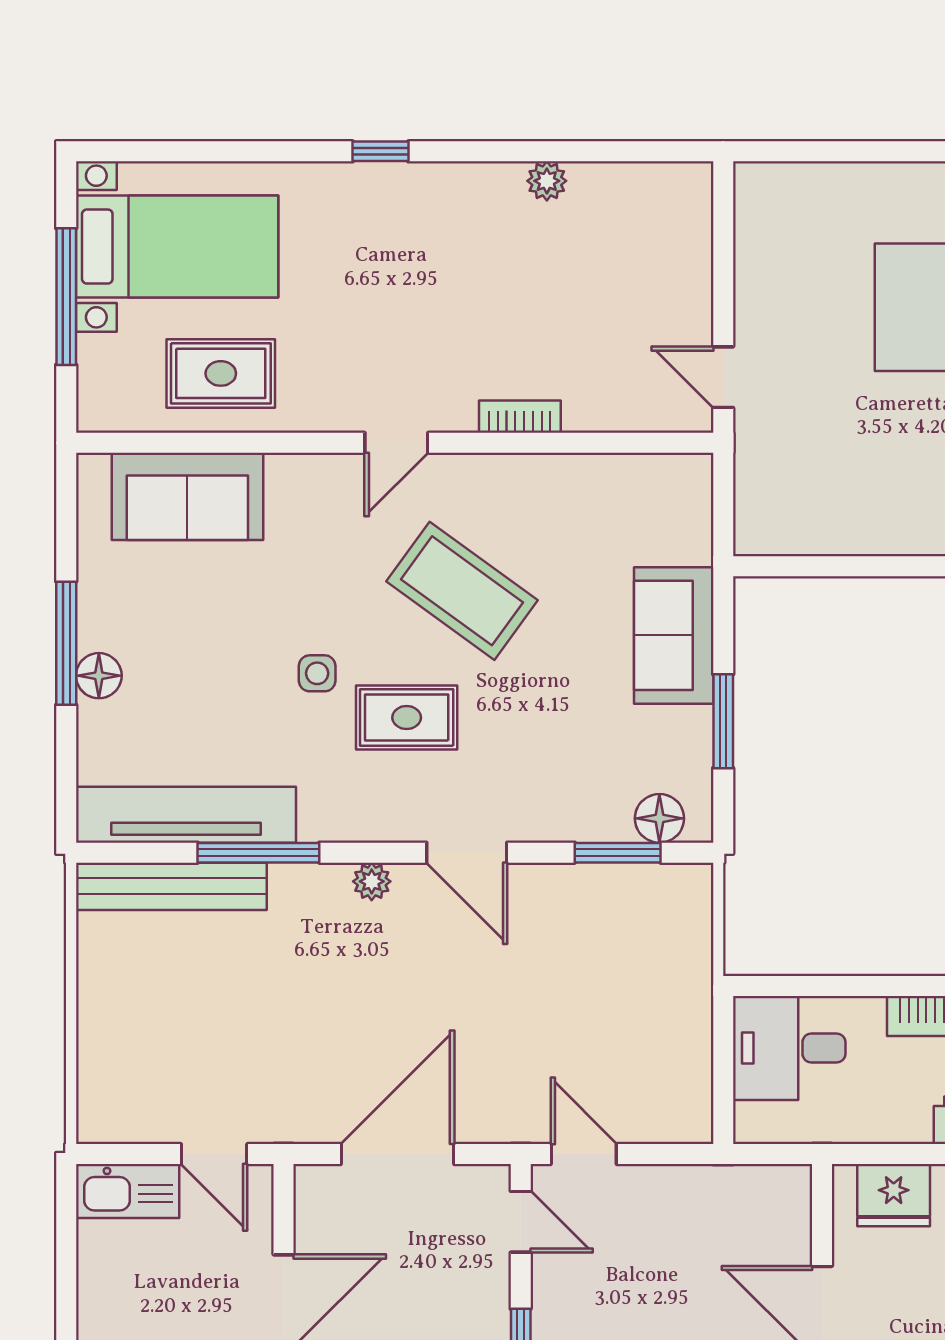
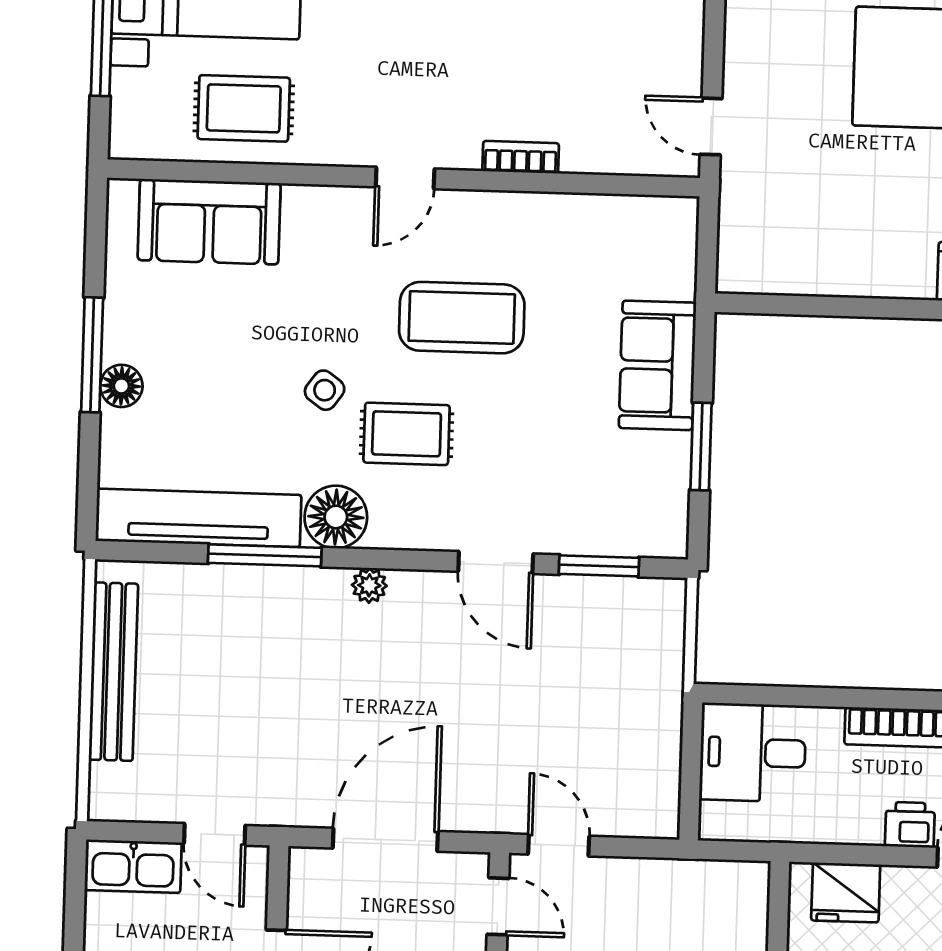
coffee table: (462, 591) -> (462, 318), turned -36
side table: (317, 673) -> (325, 390), turned 36
floor lamp: (659, 818) -> (336, 517), moved, width x1.38, depth x1.38
door: (467, 853) -> (496, 563), moved
bench: (171, 886) -> (113, 672), moved, turned 90

